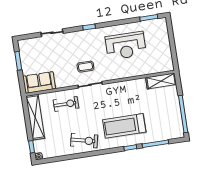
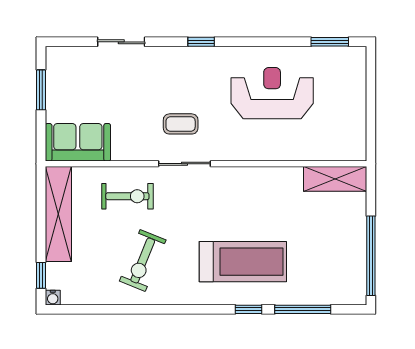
reception desk: (126, 46) -> (272, 93), turned 180
treadmill: (124, 126) -> (243, 262), turned 180
exercise bike: (84, 141) -> (143, 261), moved, turned 99

